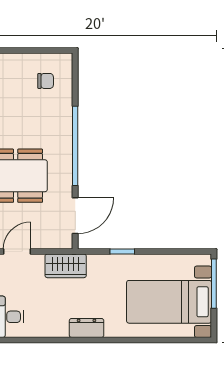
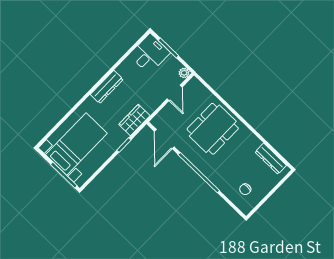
wardrobe: (66, 266) -> (134, 120), moved
dresser: (87, 328) -> (107, 87), width x1.44

